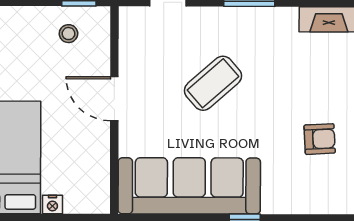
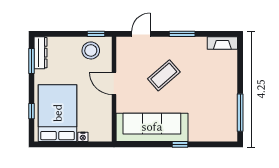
stool: (69, 34) -> (91, 50), width x1.89, depth x1.89
armchair: (320, 139) -> (218, 104), removed

